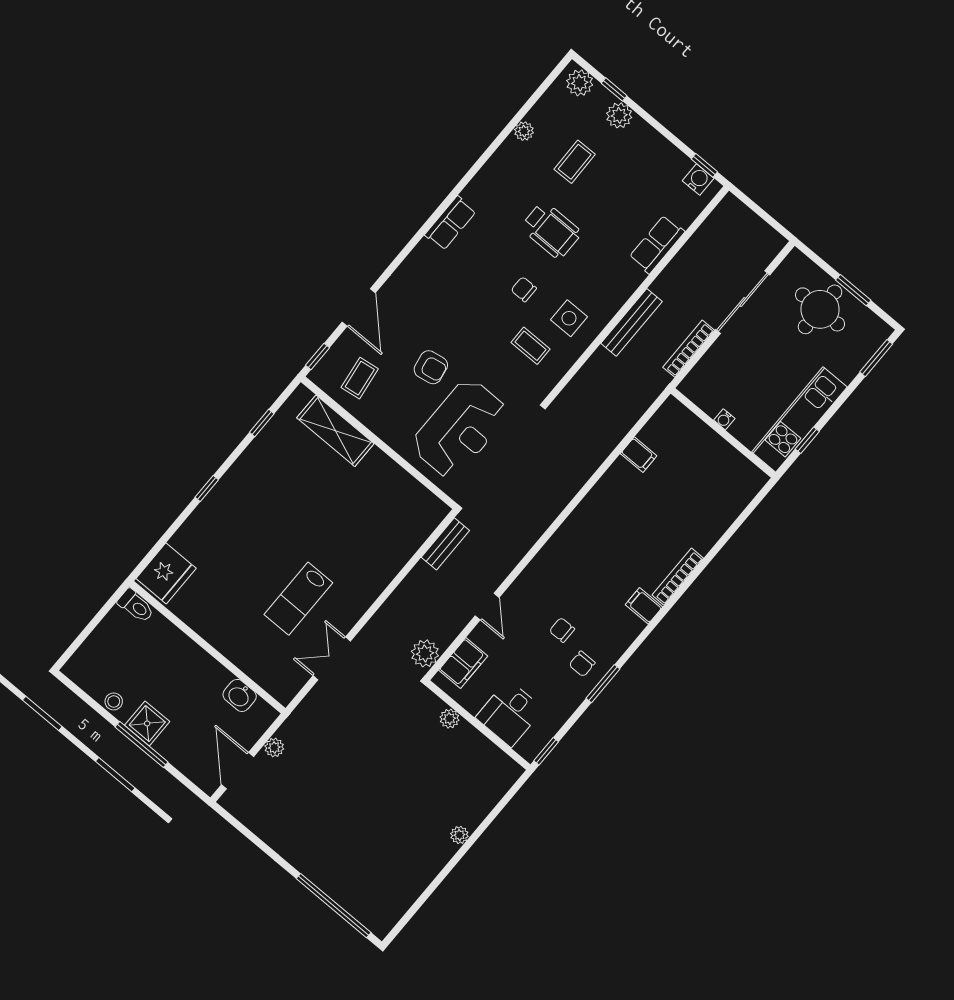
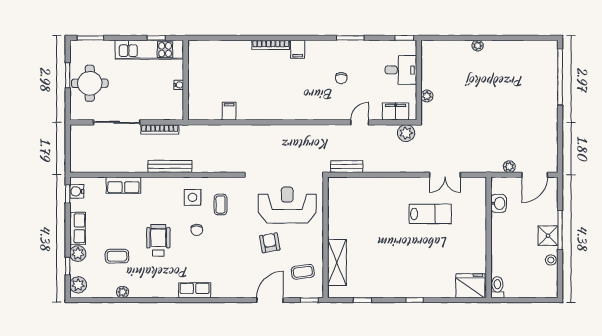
row of seats: (651, 142) -> (78, 228), added
chair: (582, 664) -> (349, 55), removed

